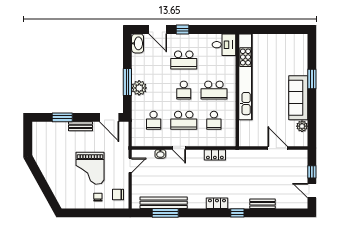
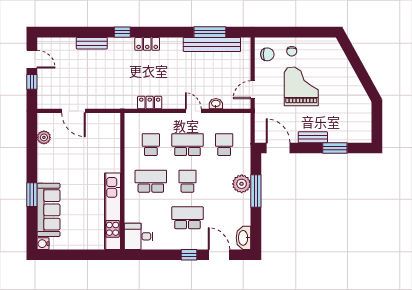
water cooler: (303, 39) -> (43, 244), added
kitchen unit: (245, 77) -> (113, 211), width x0.73
sofa: (298, 98) -> (49, 210), moved

